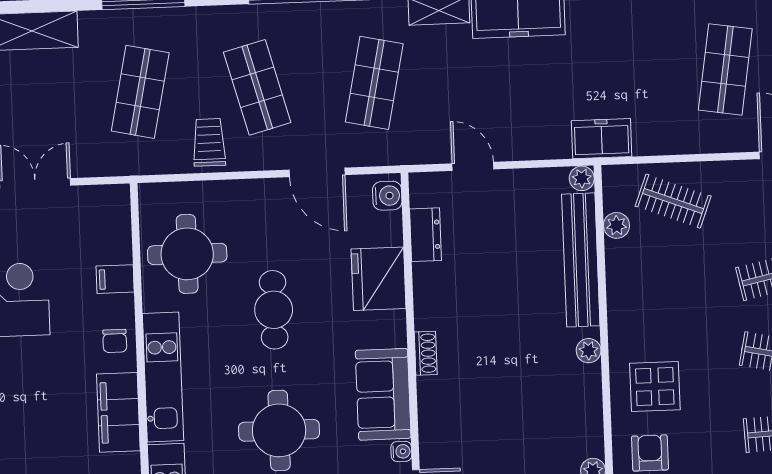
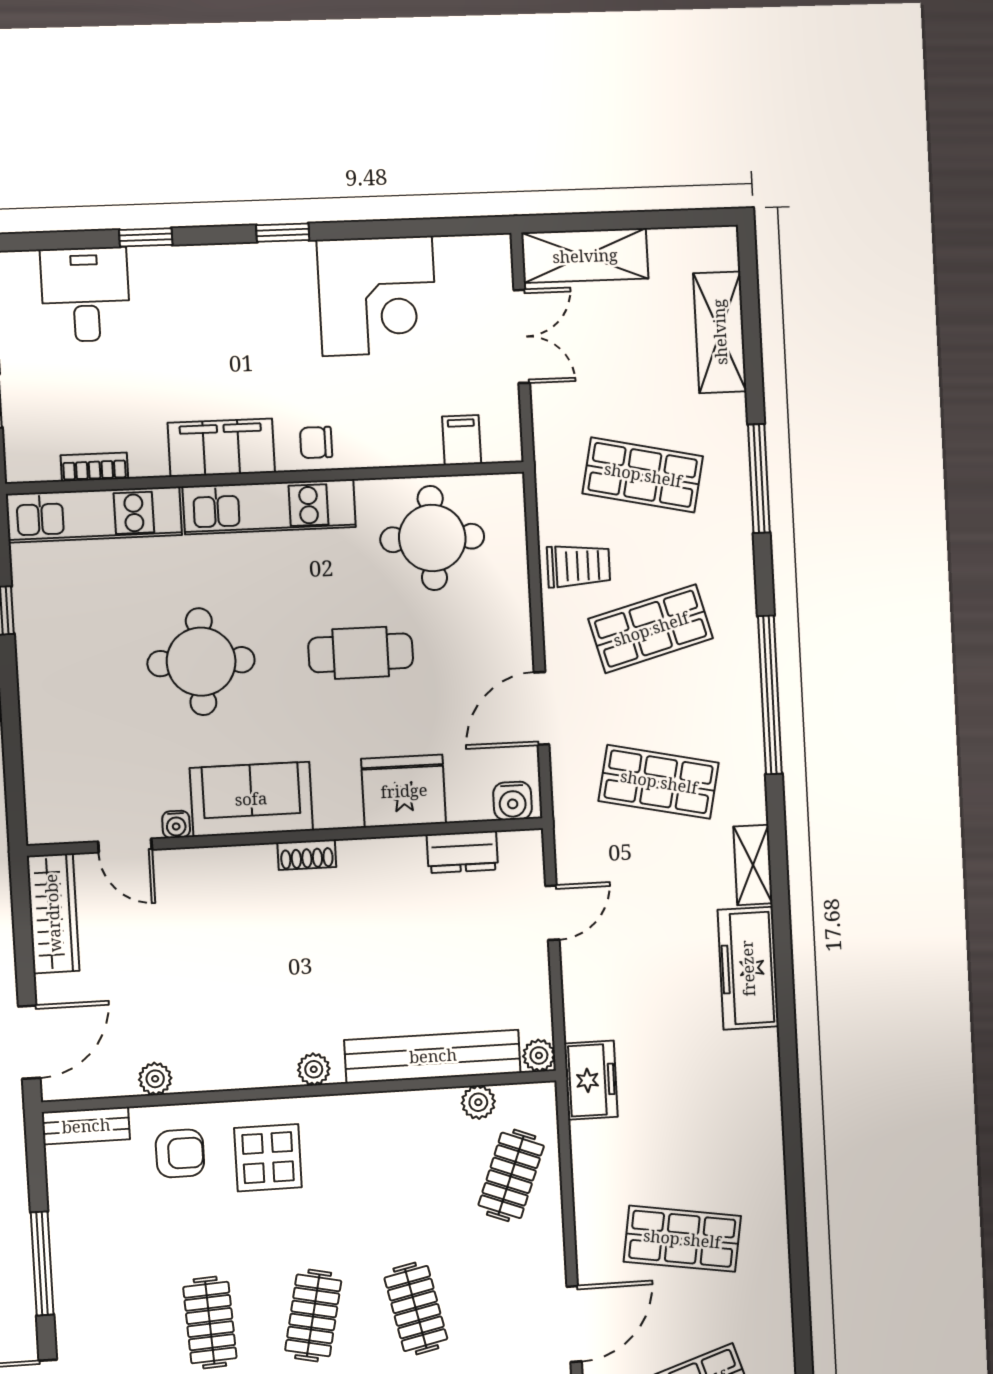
filing cabinet: (115, 279) -> (462, 440), moved

